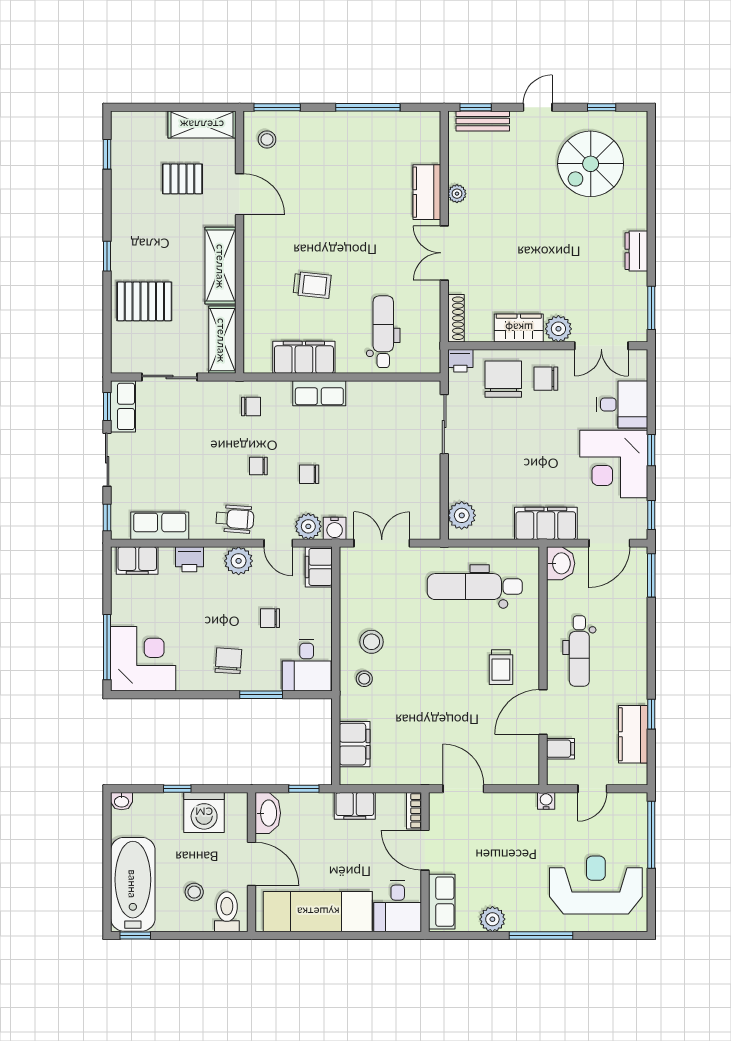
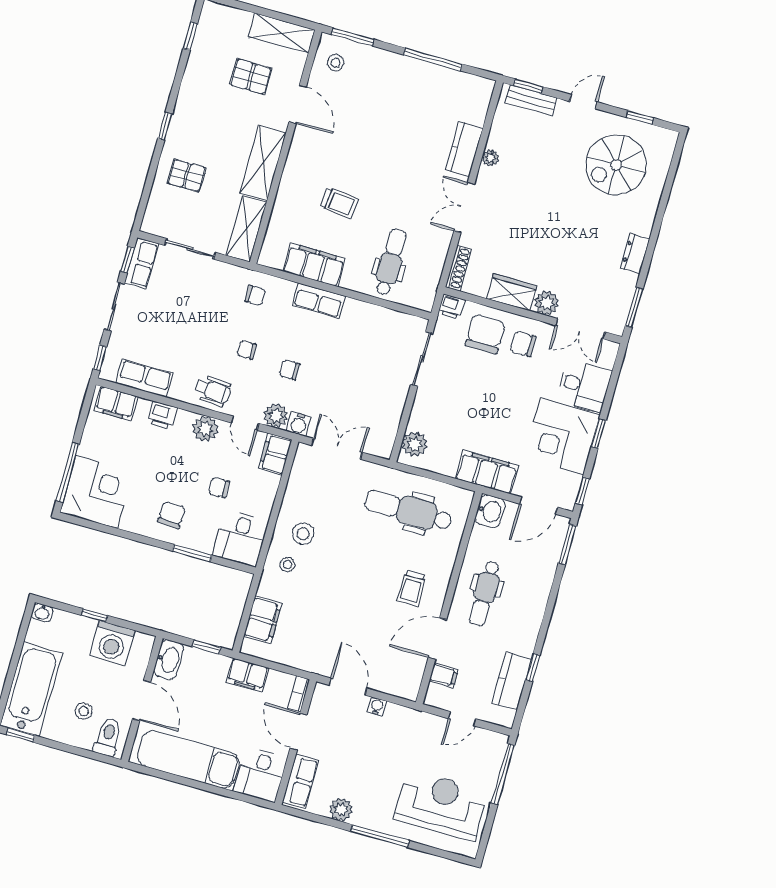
pallet: (144, 301) -> (187, 176), width x0.67, depth x0.71
water cooler: (546, 801) -> (377, 706), moved

